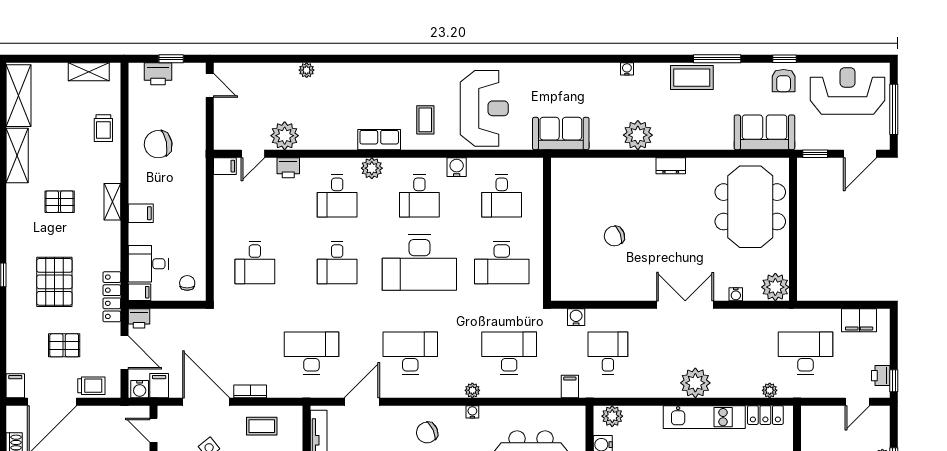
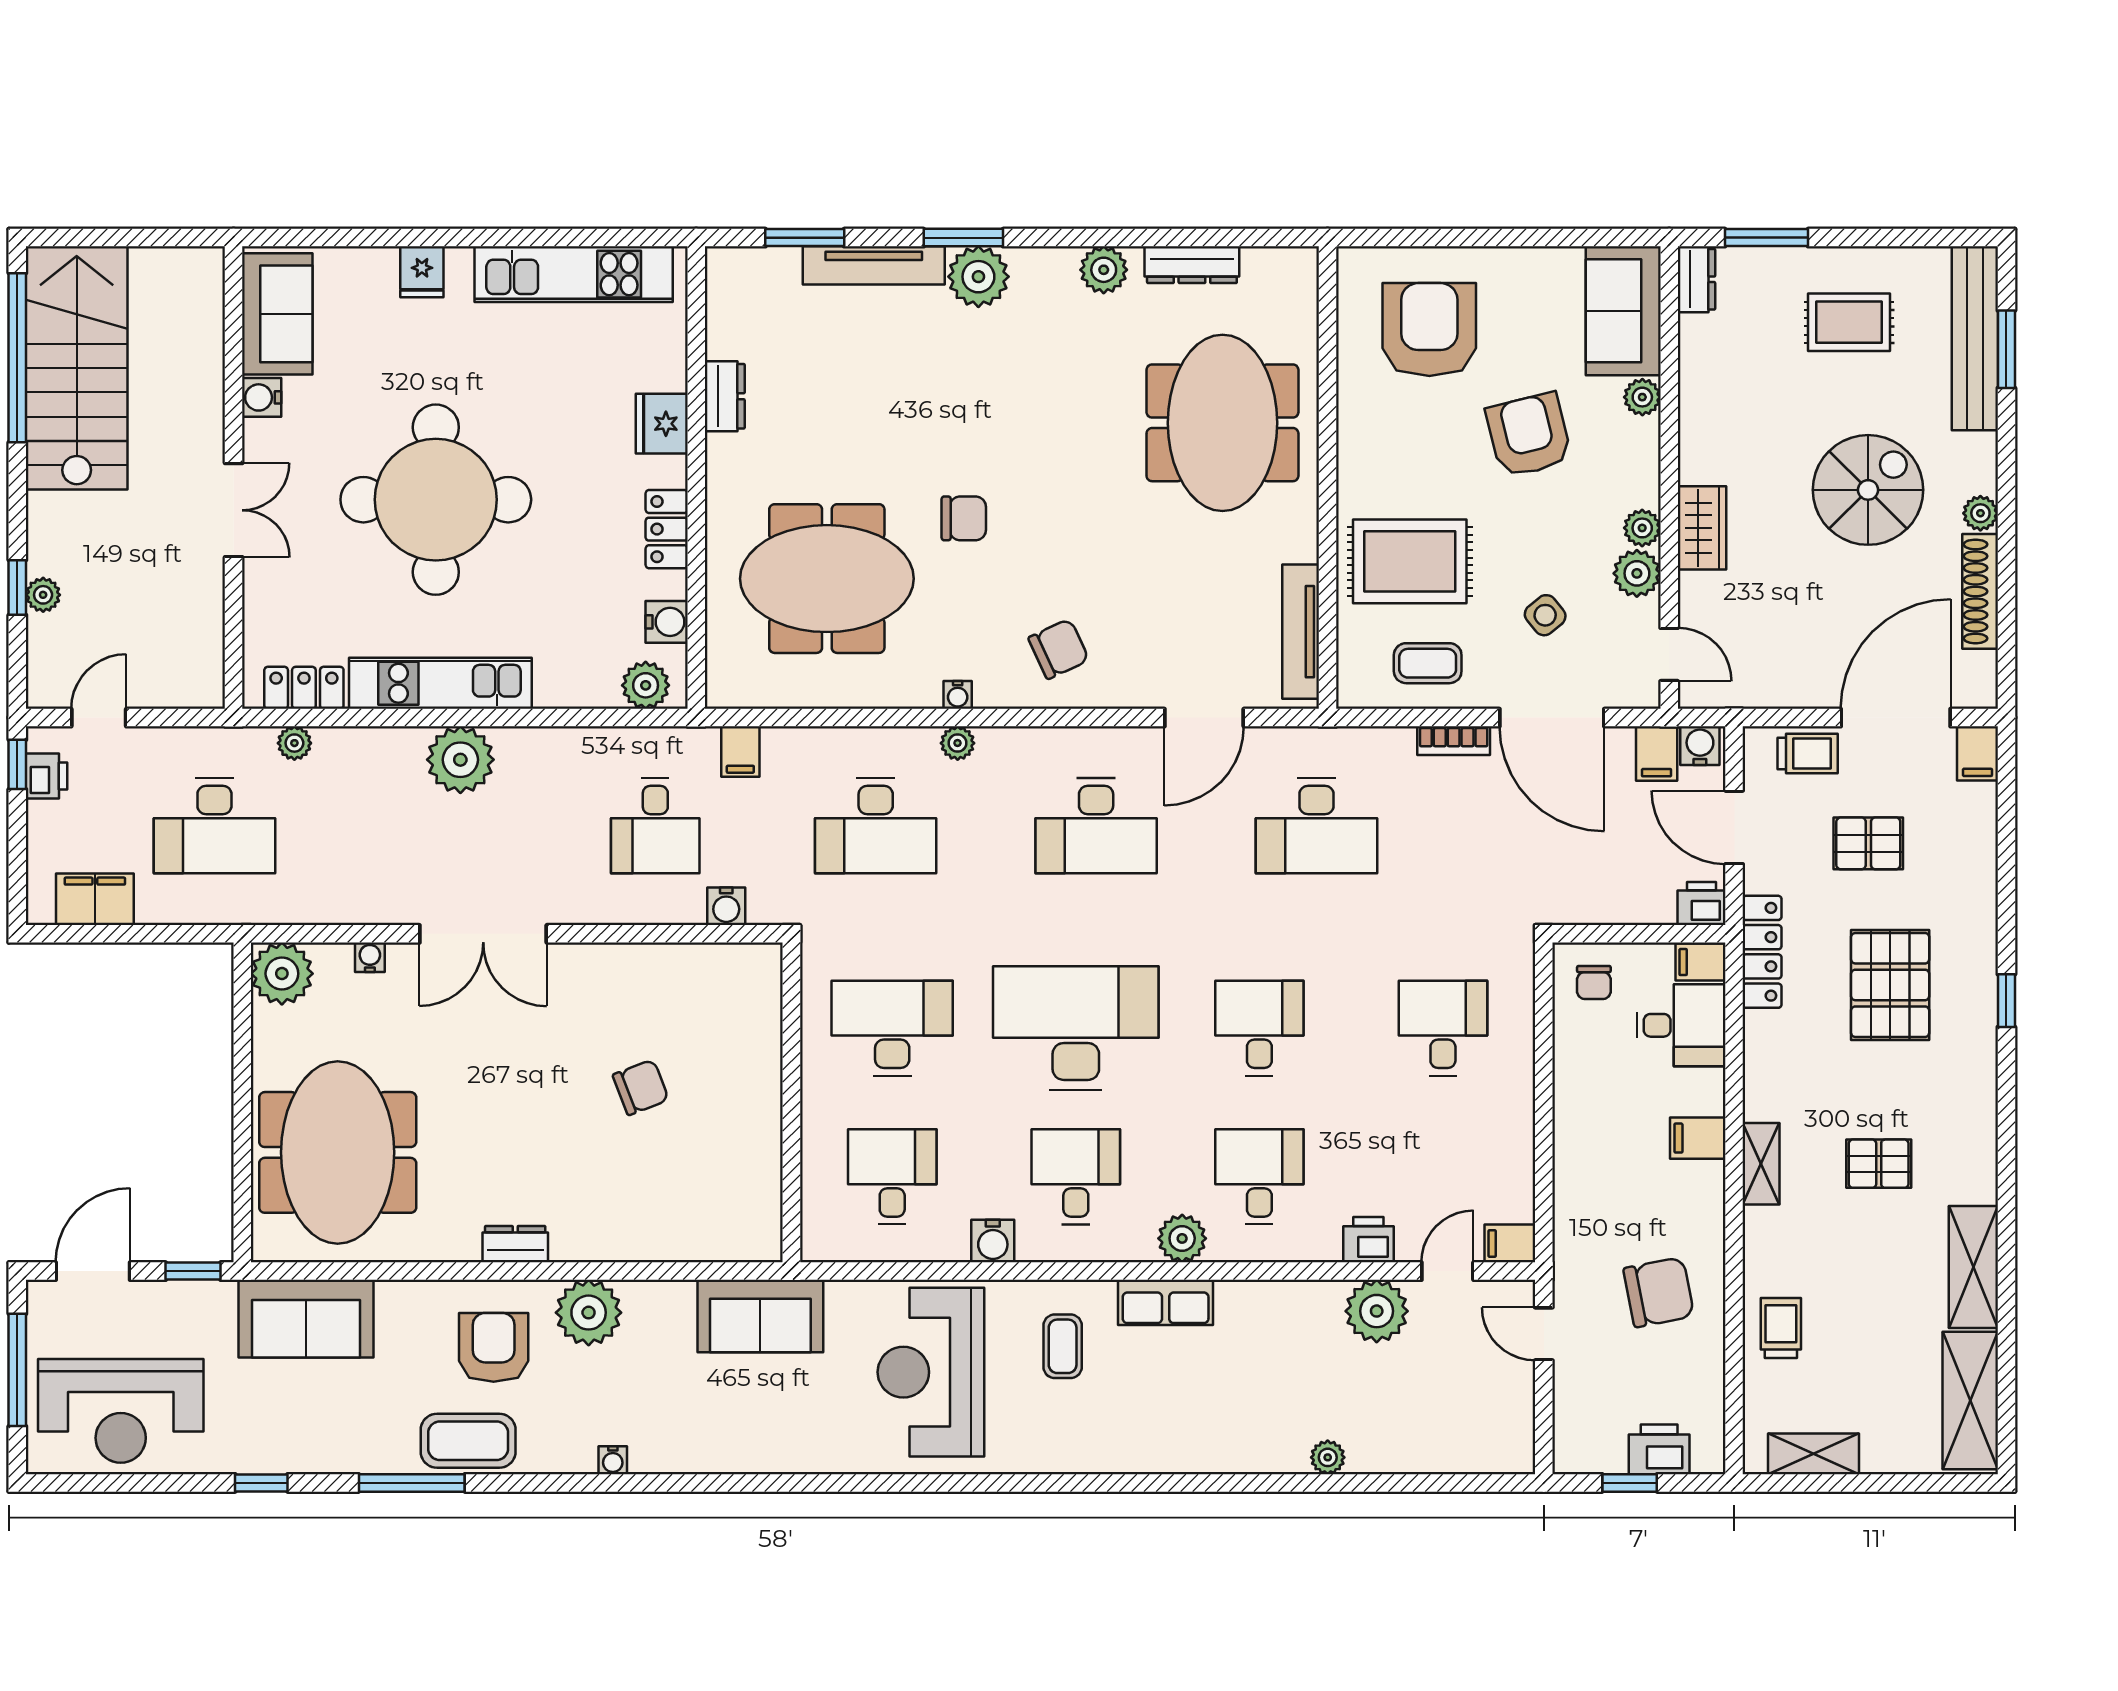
armchair: (784, 81) -> (494, 1347), moved, width x1.38, depth x1.38
door: (210, 85) -> (1544, 1334), moved
trolley: (91, 386) -> (1808, 753), turned 180

